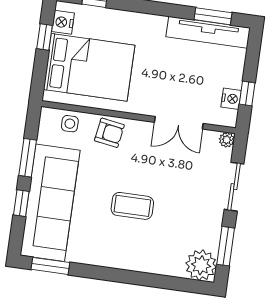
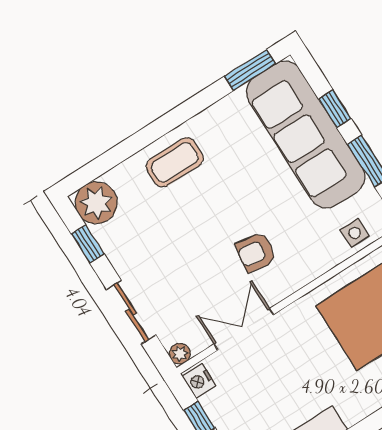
nightstand: (231, 99) -> (199, 381), moved
armchair: (109, 133) -> (256, 252), moved
coffee table: (132, 206) -> (175, 162), moved
window: (226, 246) -> (88, 244), width x0.67

